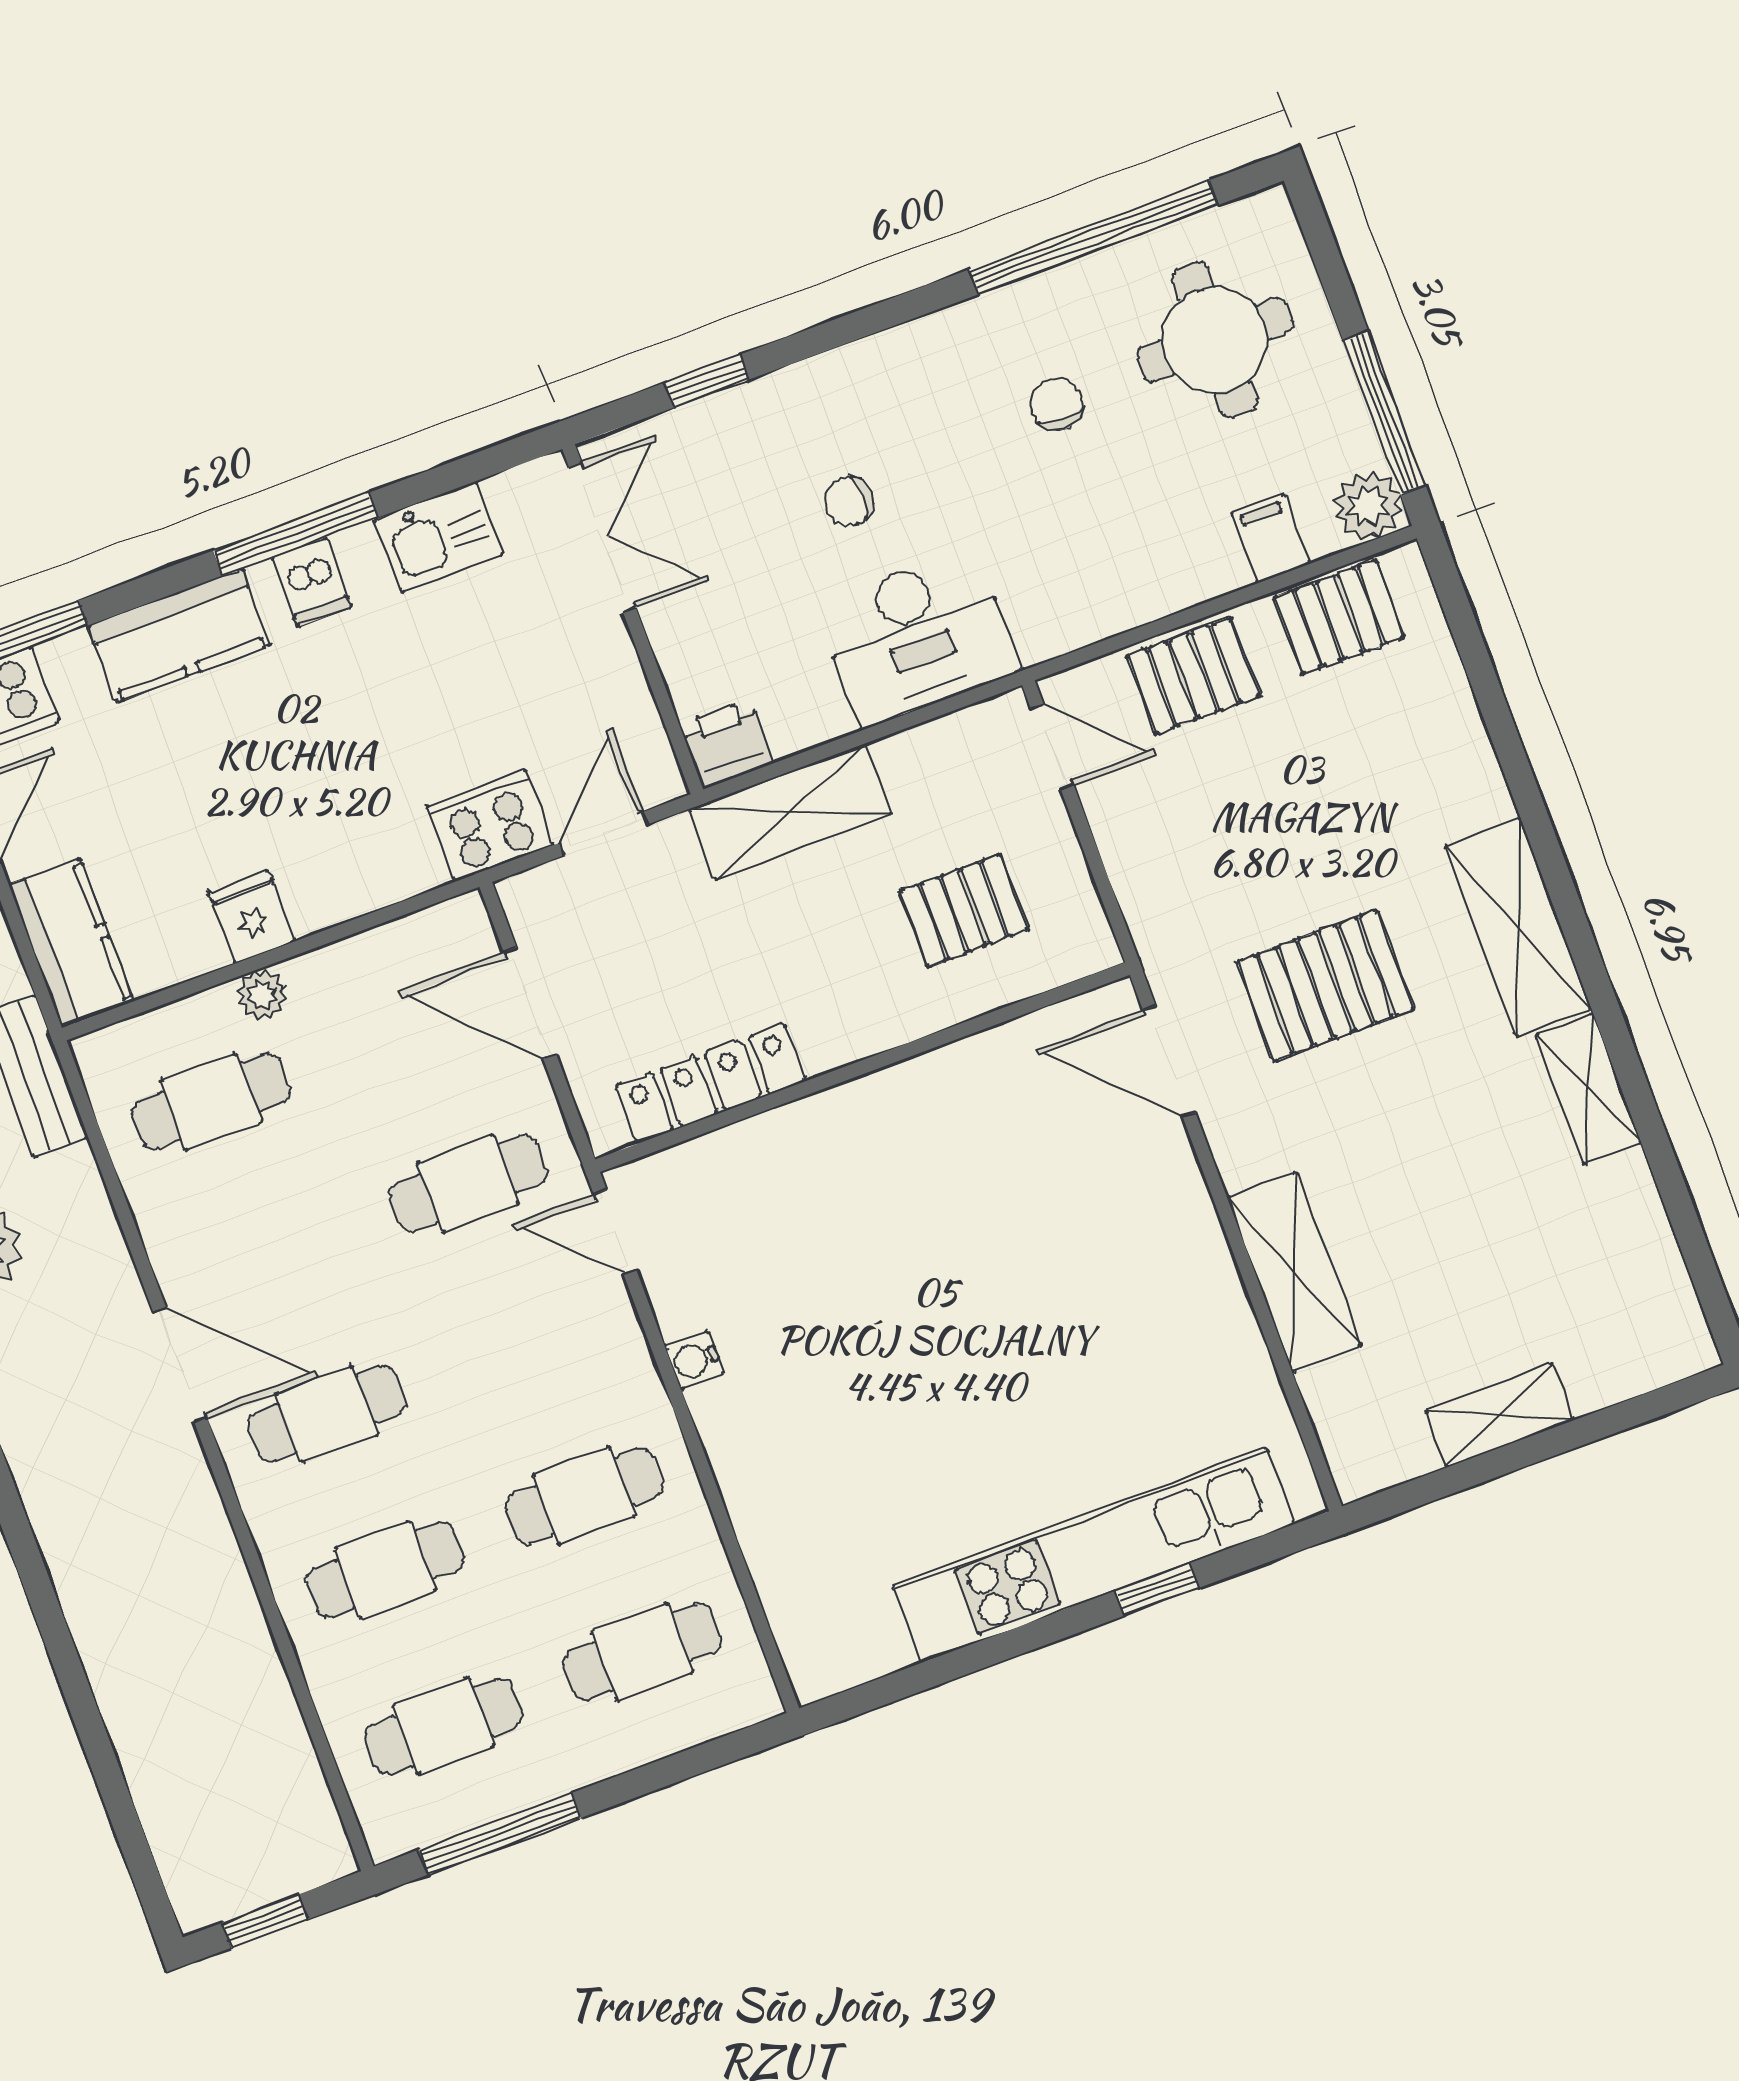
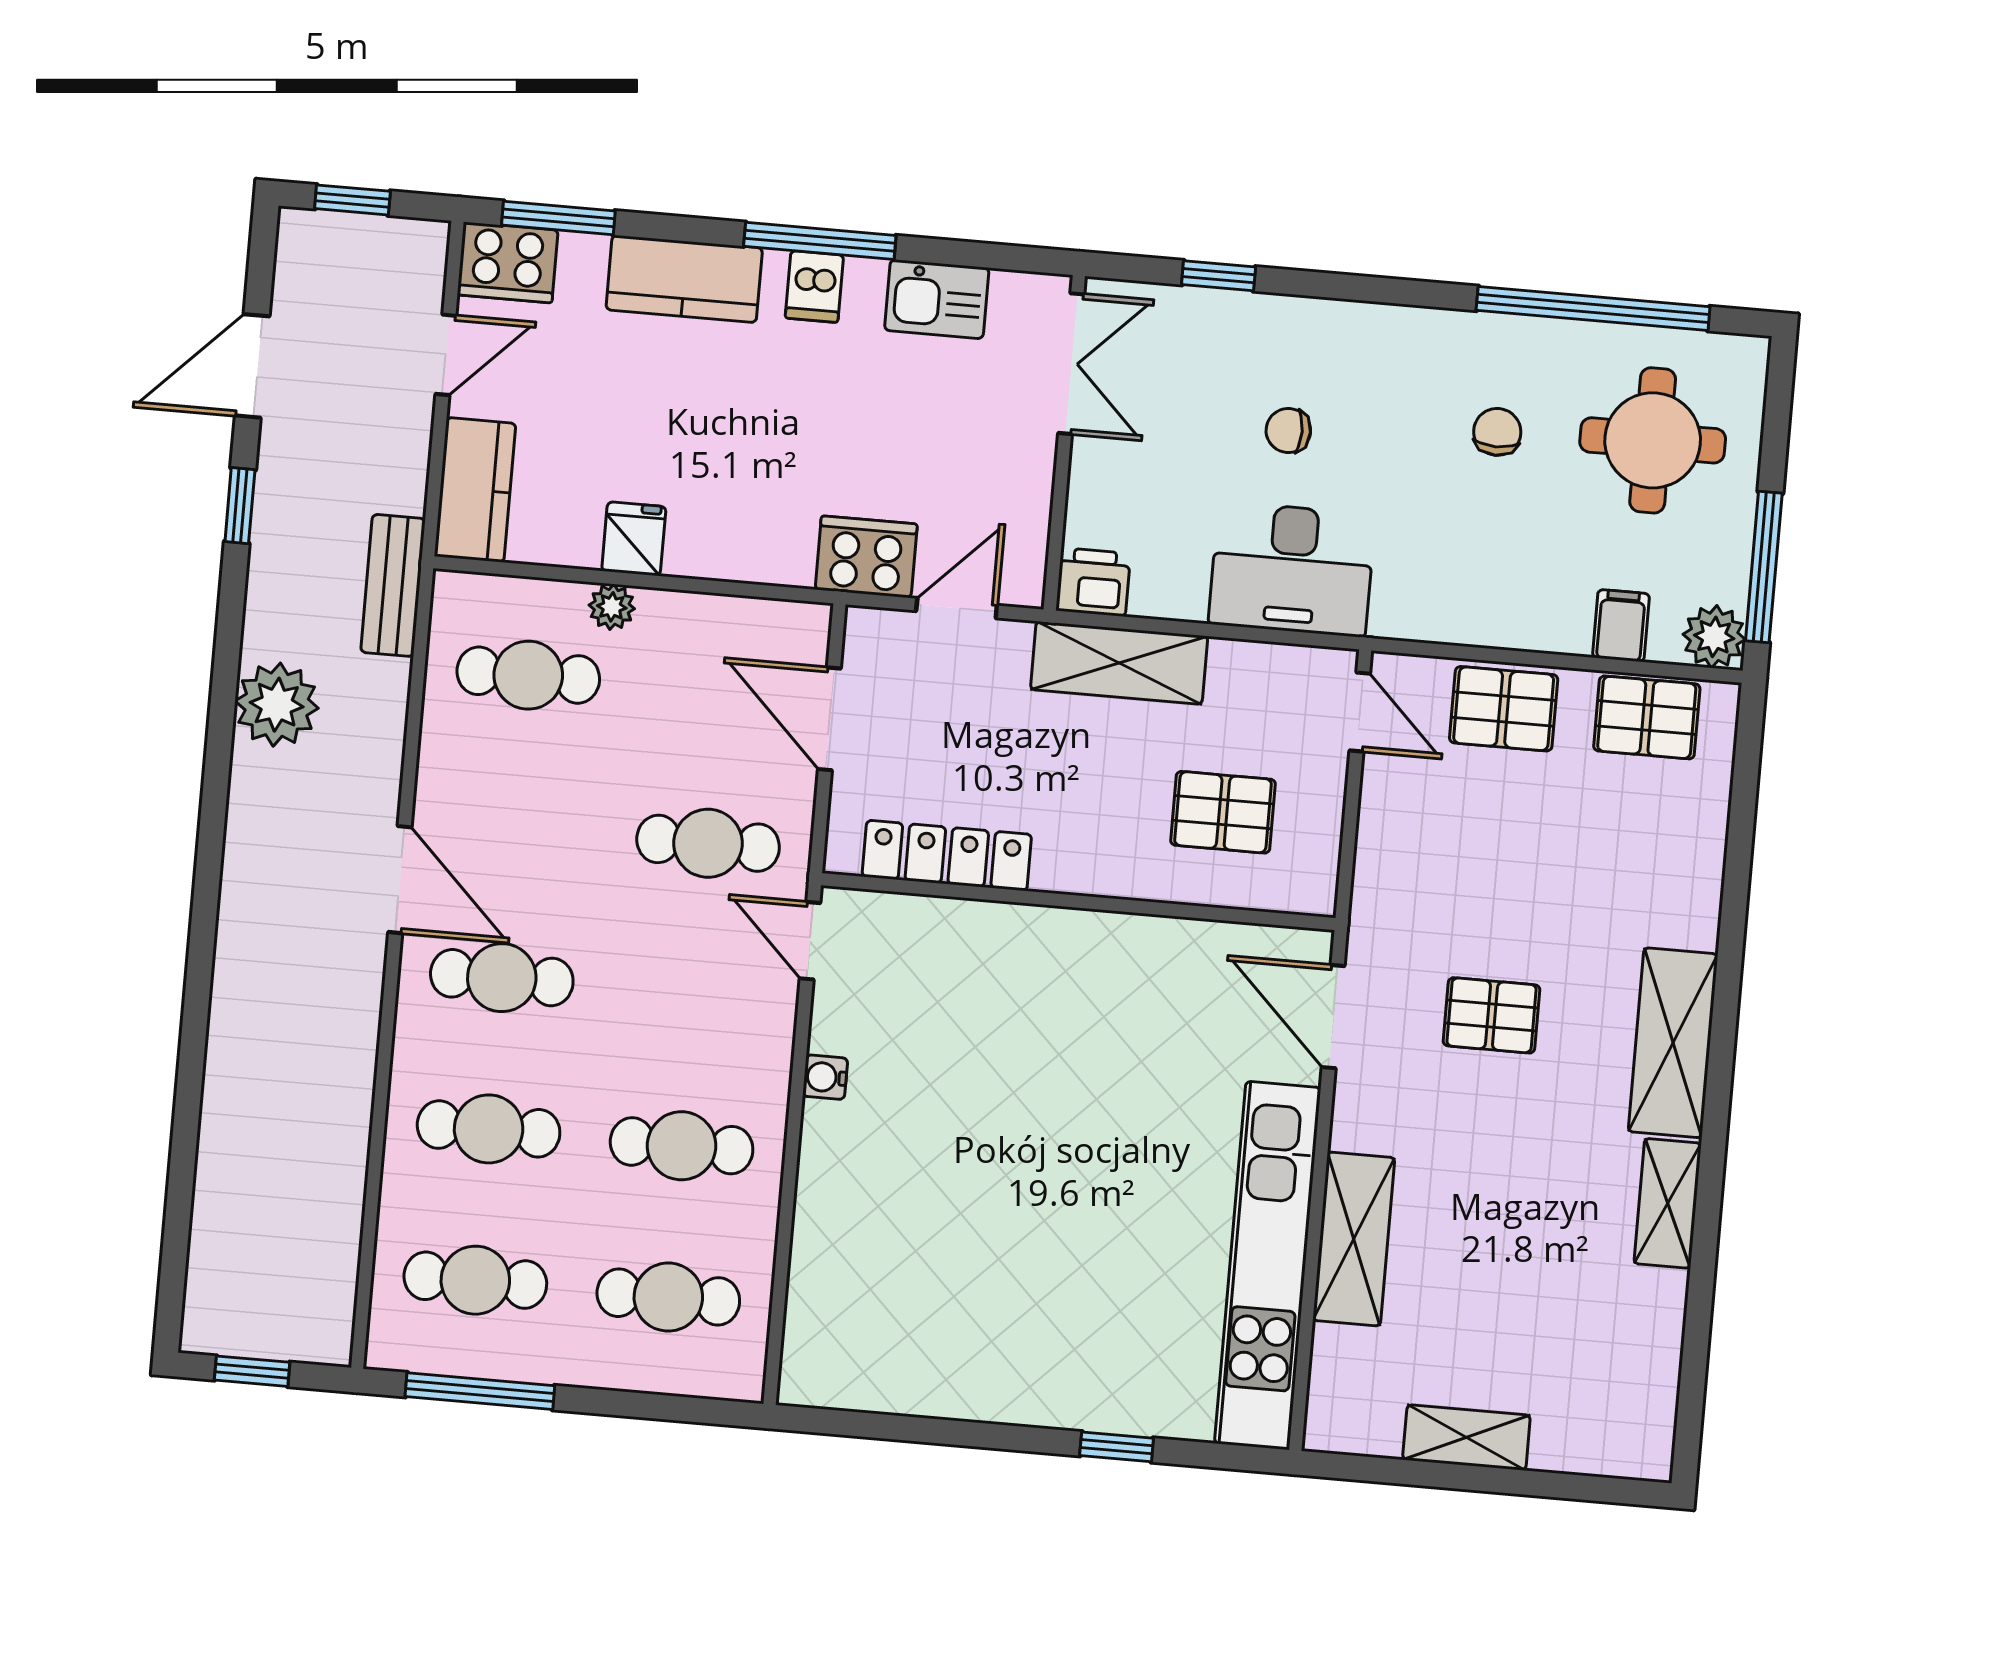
pallet: (1325, 985) -> (1492, 1015), width x0.67, depth x0.71
kitchen unit: (1093, 1555) -> (1268, 1265), moved, turned -90

